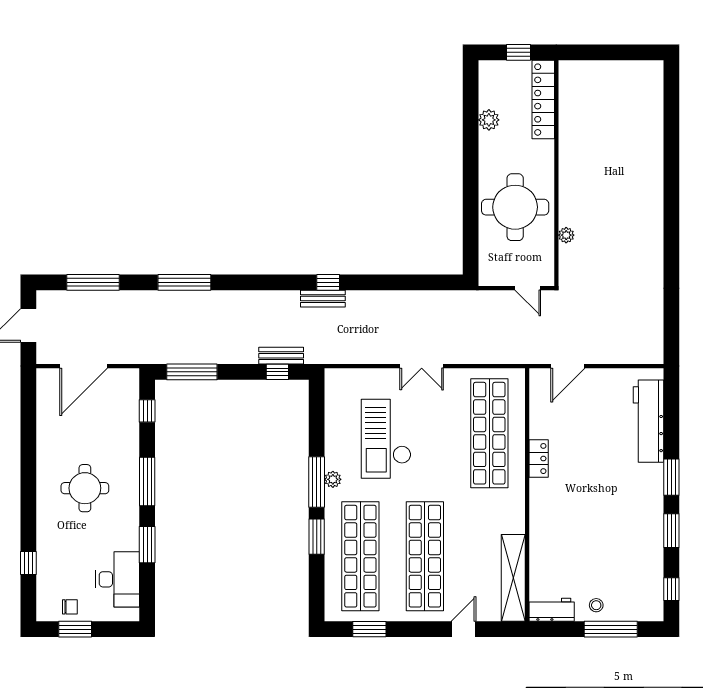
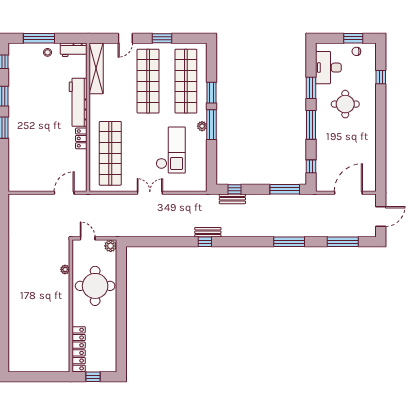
plant: (489, 120) -> (111, 246), moved
workbench: (648, 421) -> (78, 102), moved, turned 180
round table: (85, 488) -> (345, 104), moved
window: (369, 629) -> (162, 38), moved

